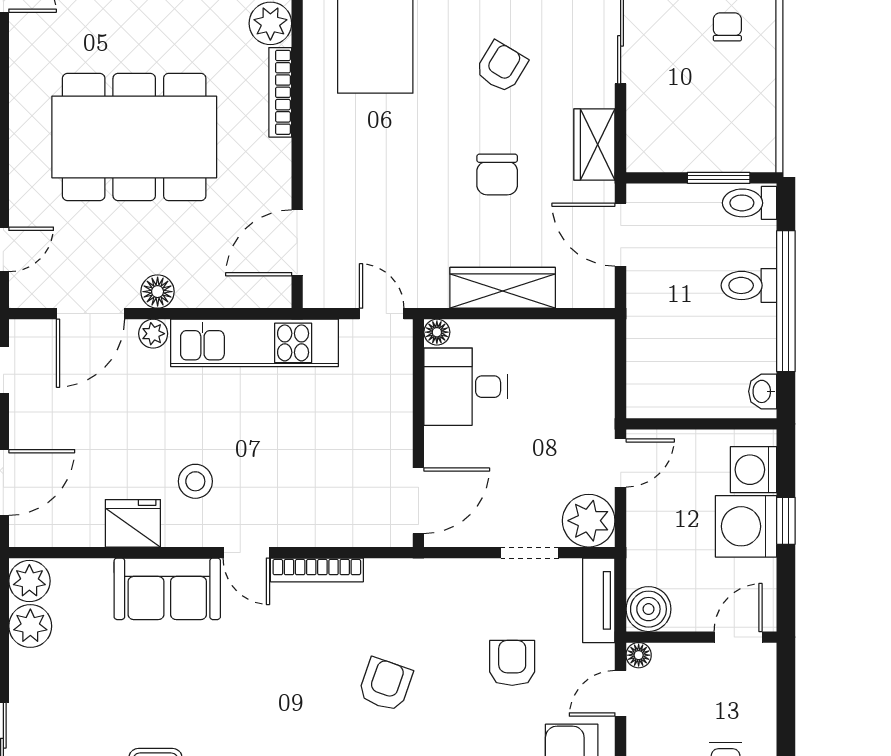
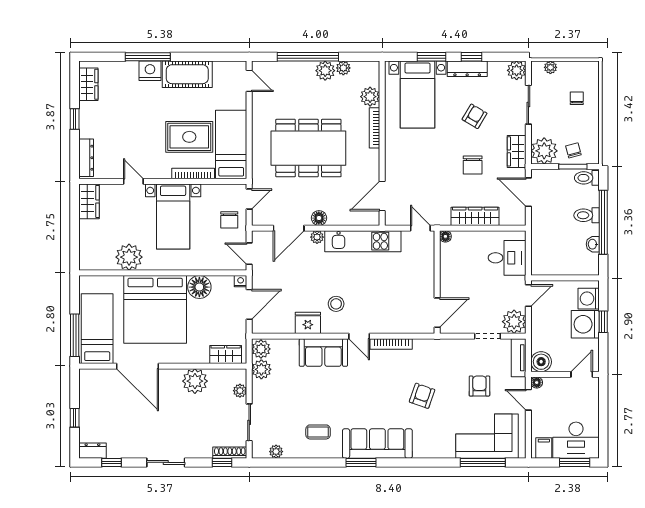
chair: (720, 142) -> (573, 150), added
plant: (655, 143) -> (544, 151), added
desk: (466, 387) -> (507, 258), moved, turned 180
washbasin: (763, 391) -> (593, 244), moved
door: (621, 693) -> (528, 400), hinge flipped

